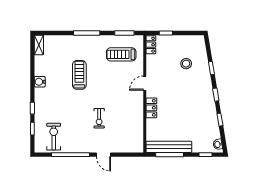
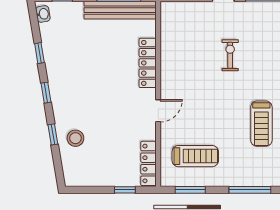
locker: (151, 45) -> (148, 163), width x1.53
stool: (186, 64) -> (75, 138), moved
locker: (151, 108) -> (148, 63), width x1.53

